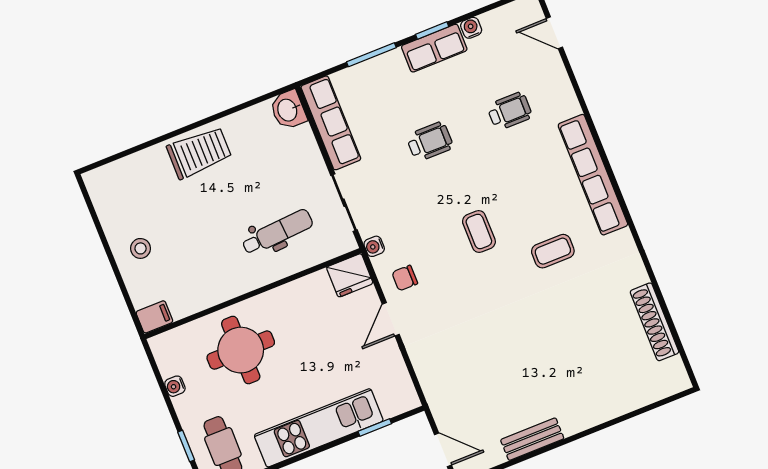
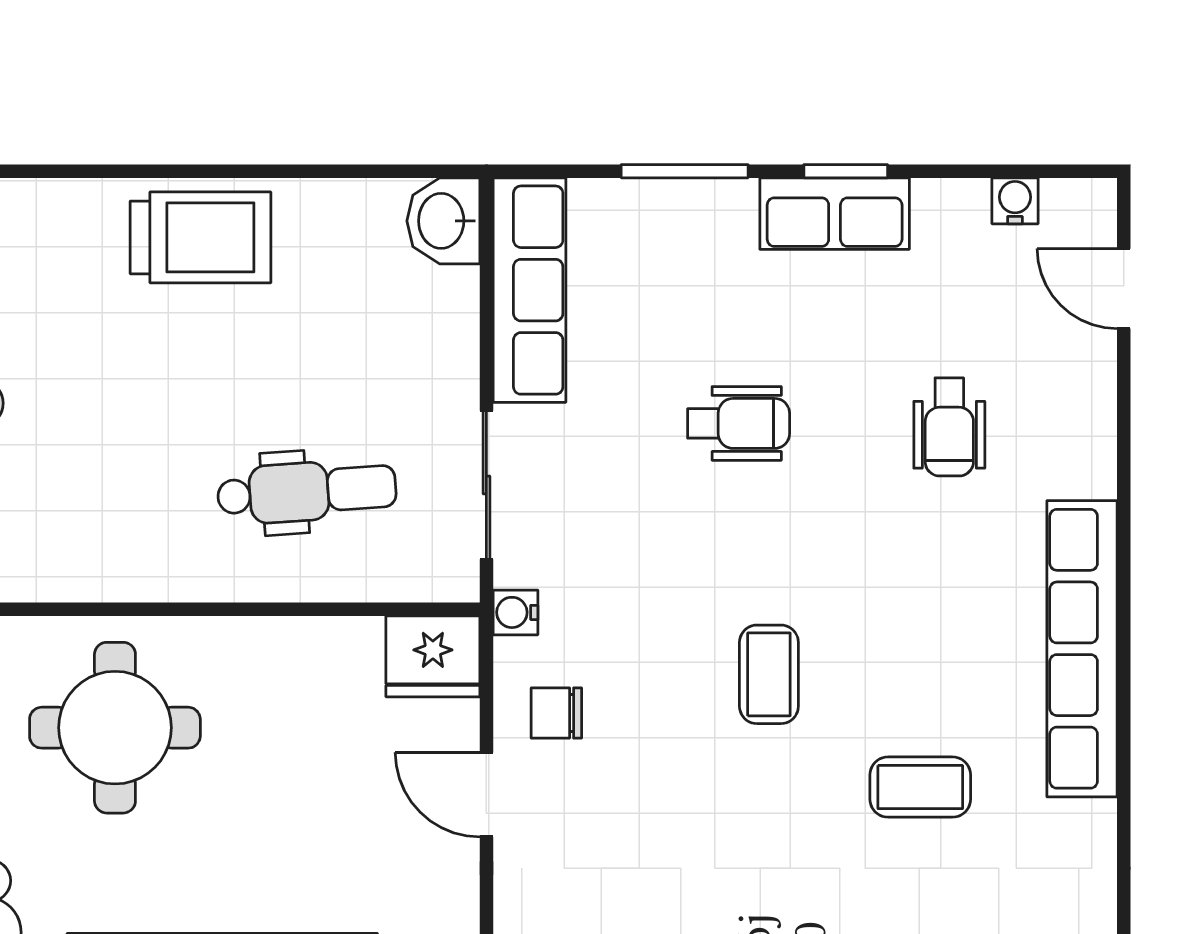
water cooler: (471, 28) -> (1015, 201), moved
wheelchair: (510, 111) -> (949, 427), turned 90
door: (391, 319) -> (486, 795), hinge flipped

